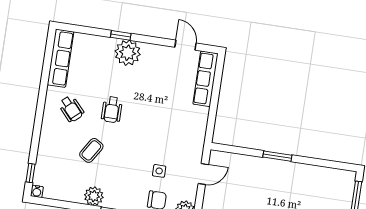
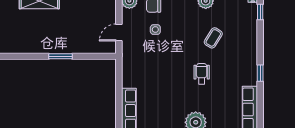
window: (42, 100) -> (260, 73), added
wheelchair: (71, 109) -> (235, 69), removed

